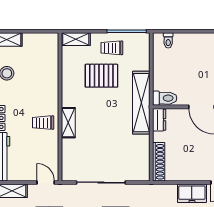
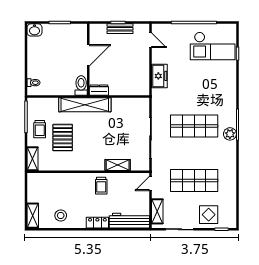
shelving: (68, 123) -> (118, 165), moved
shoe rack: (159, 162) -> (133, 90), removed
freezer: (192, 193) -> (159, 76), moved

